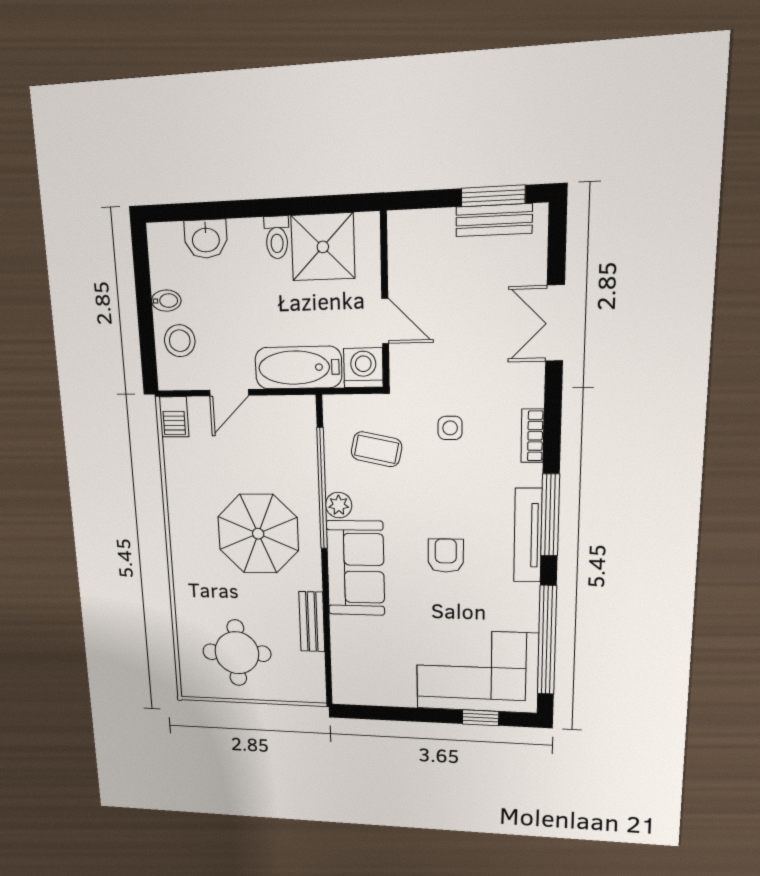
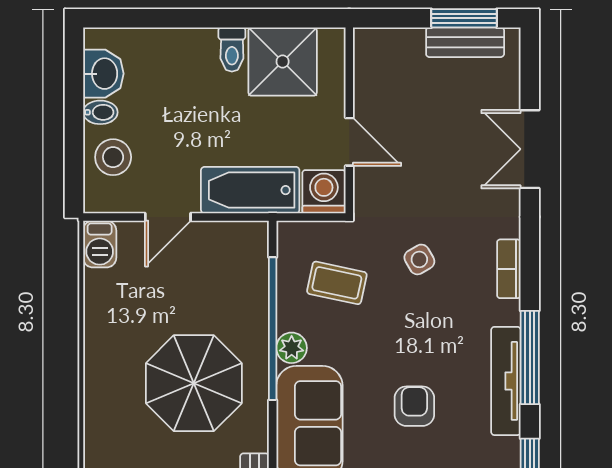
washbasin: (206, 239) -> (103, 74), moved, turned -90
side table: (450, 428) -> (419, 259), turned -30

